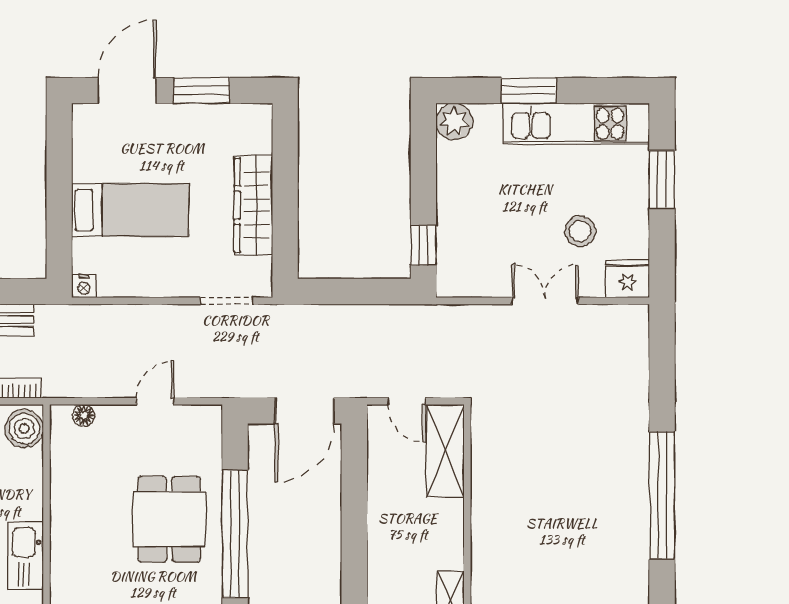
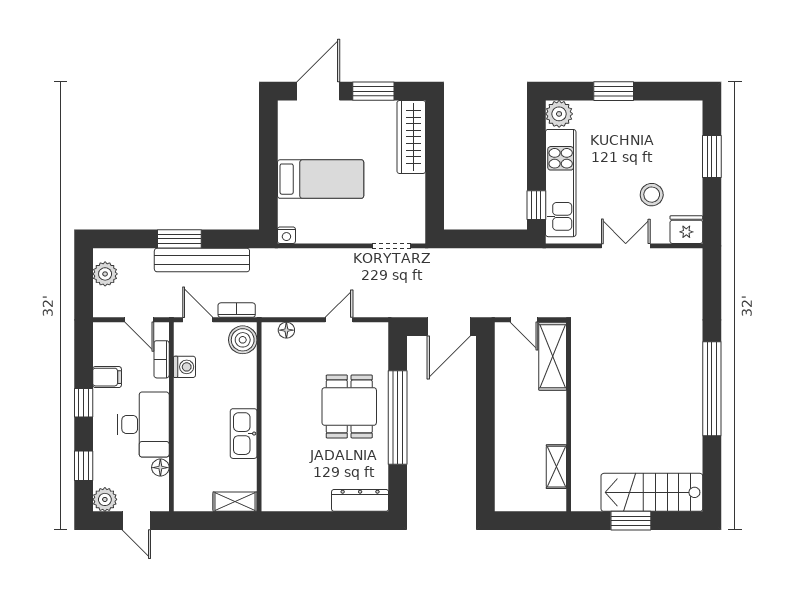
kitchen unit: (576, 124) -> (561, 183), moved, turned -90
wardrobe: (253, 205) -> (411, 137), moved

